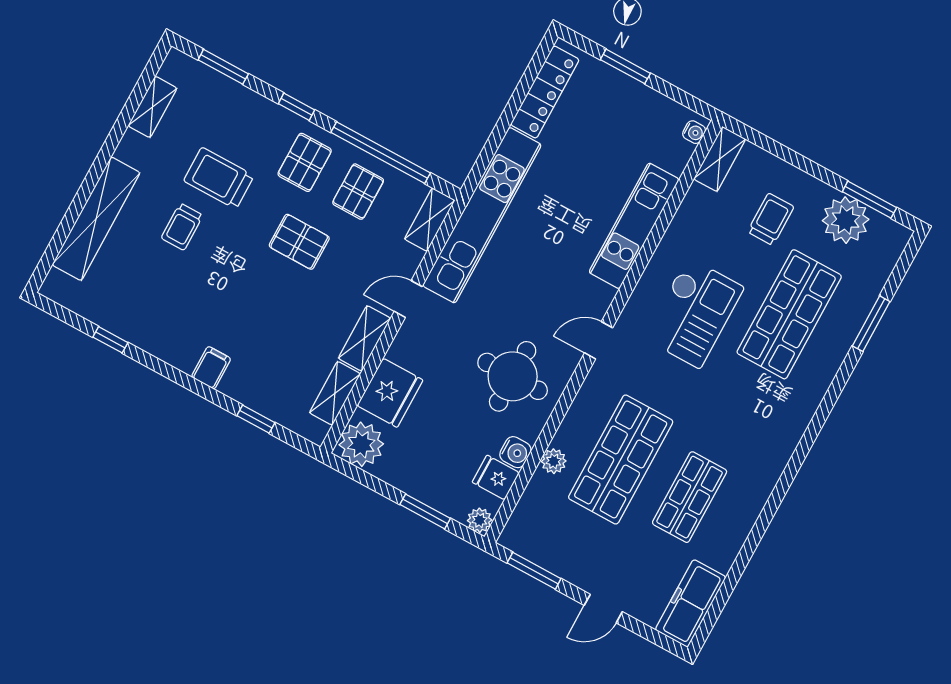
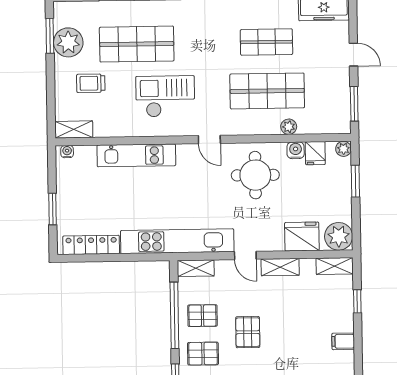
shelving: (335, 393) -> (335, 266), moved

